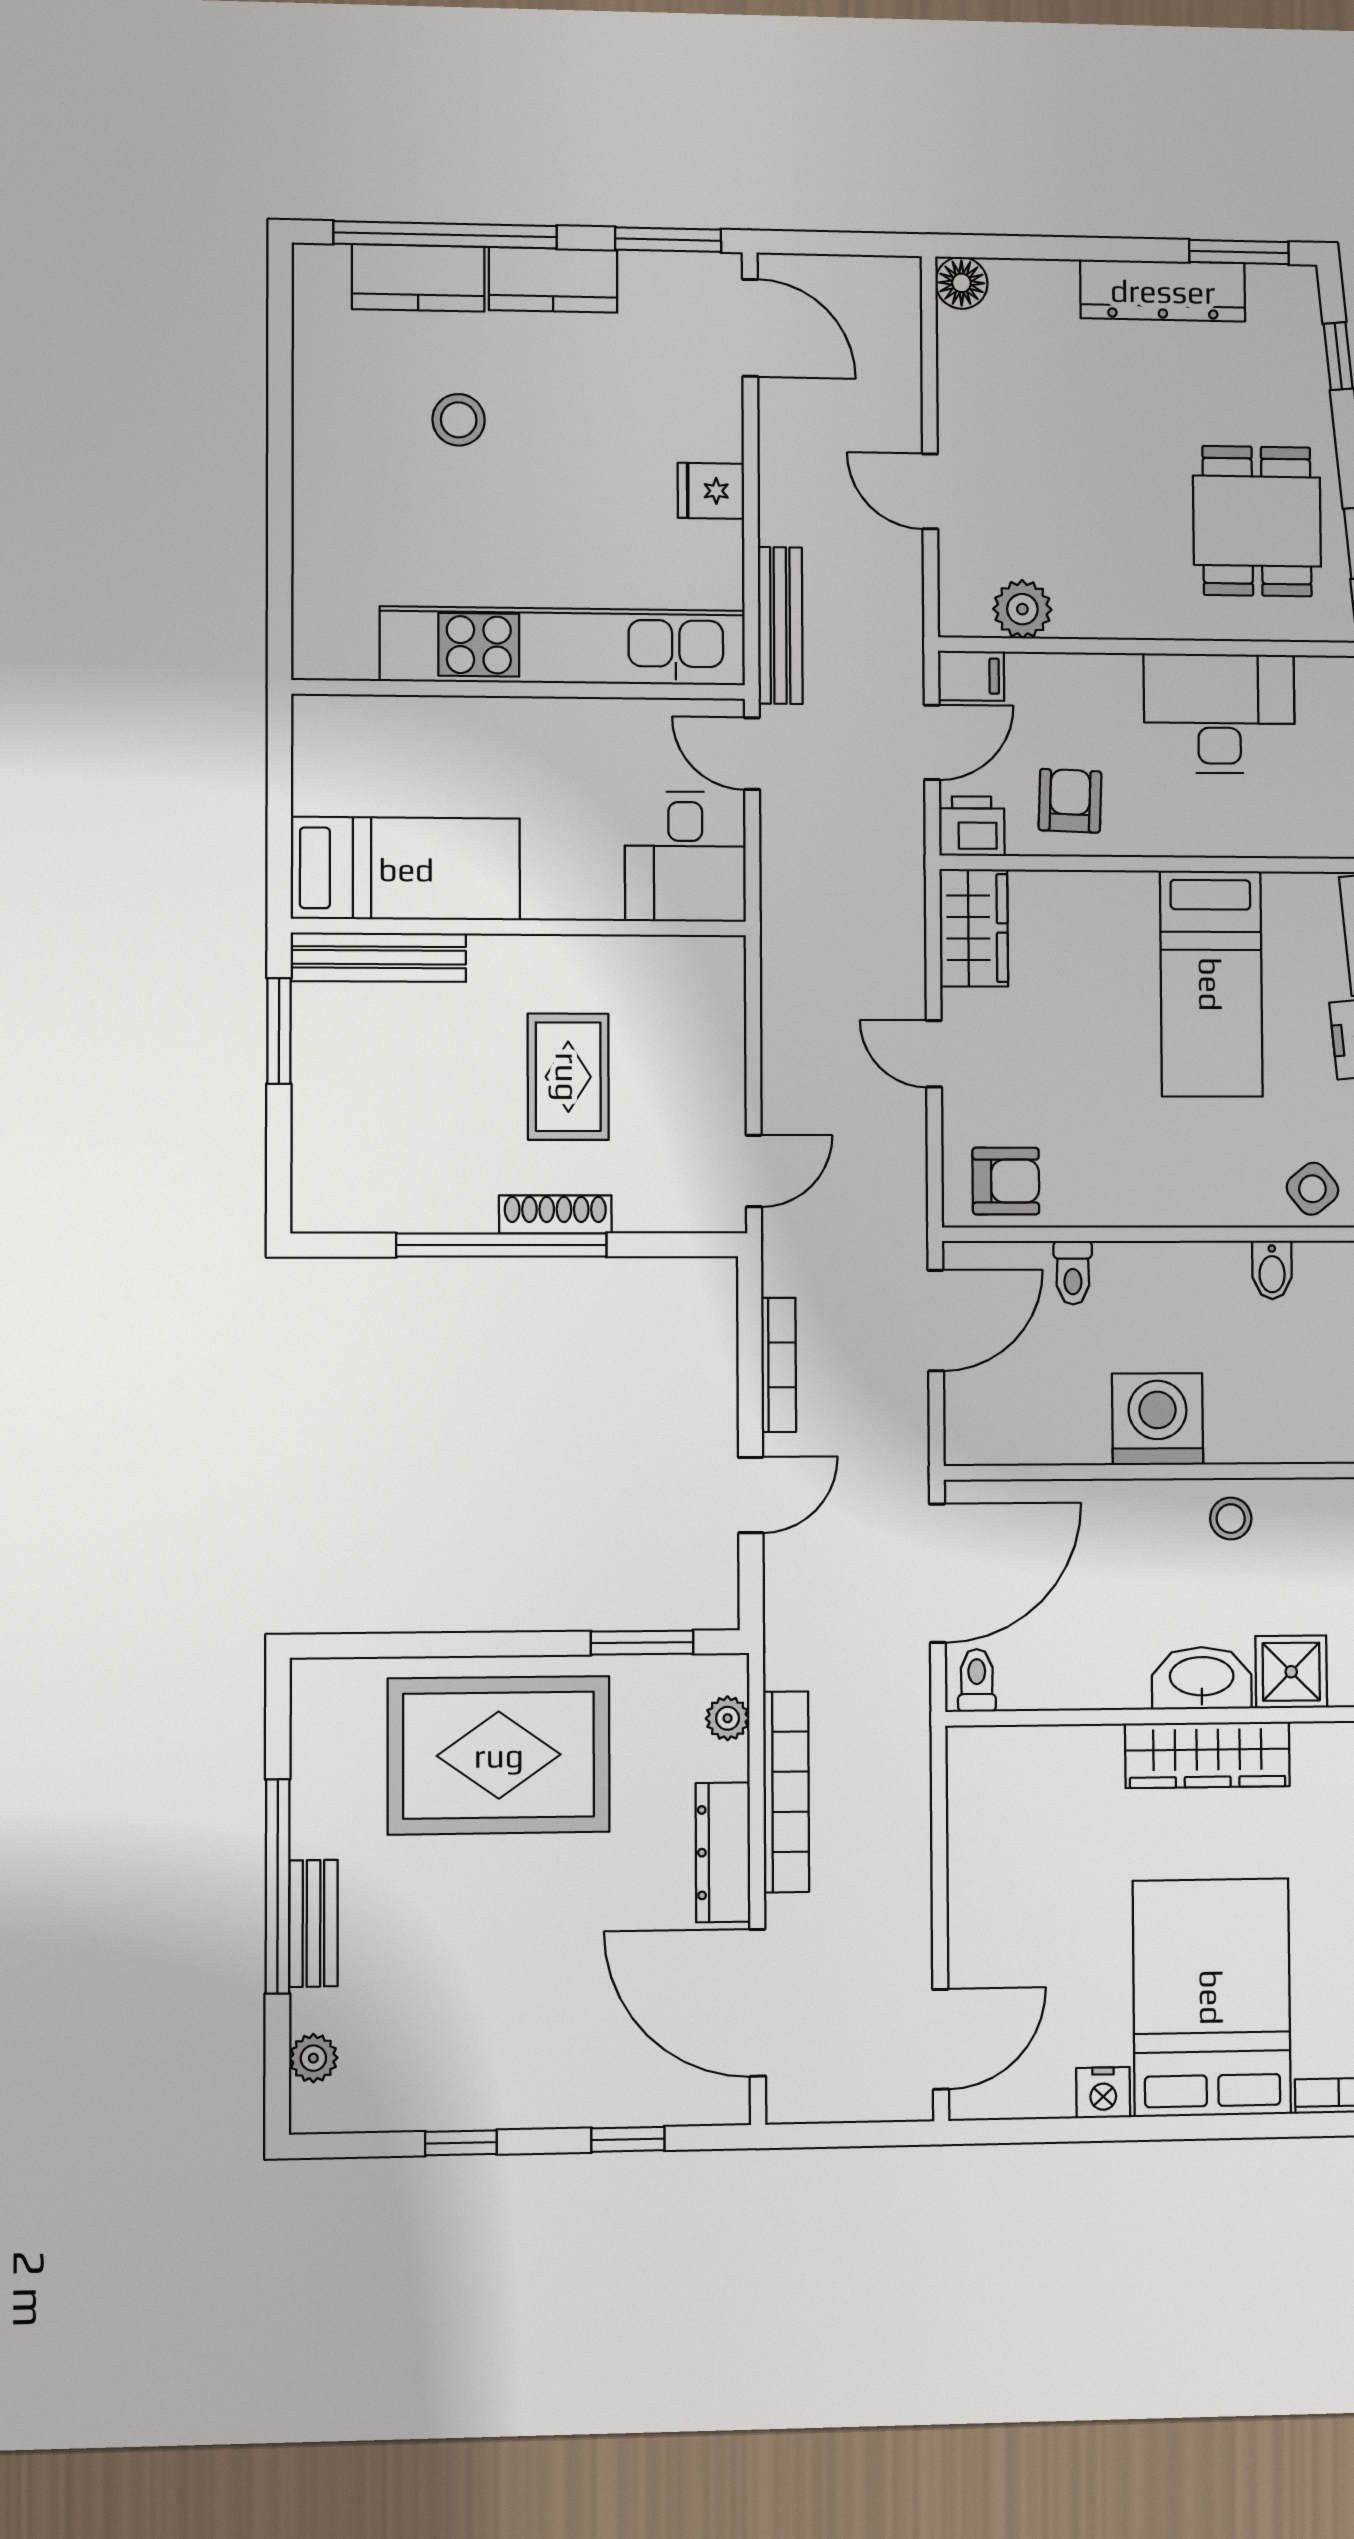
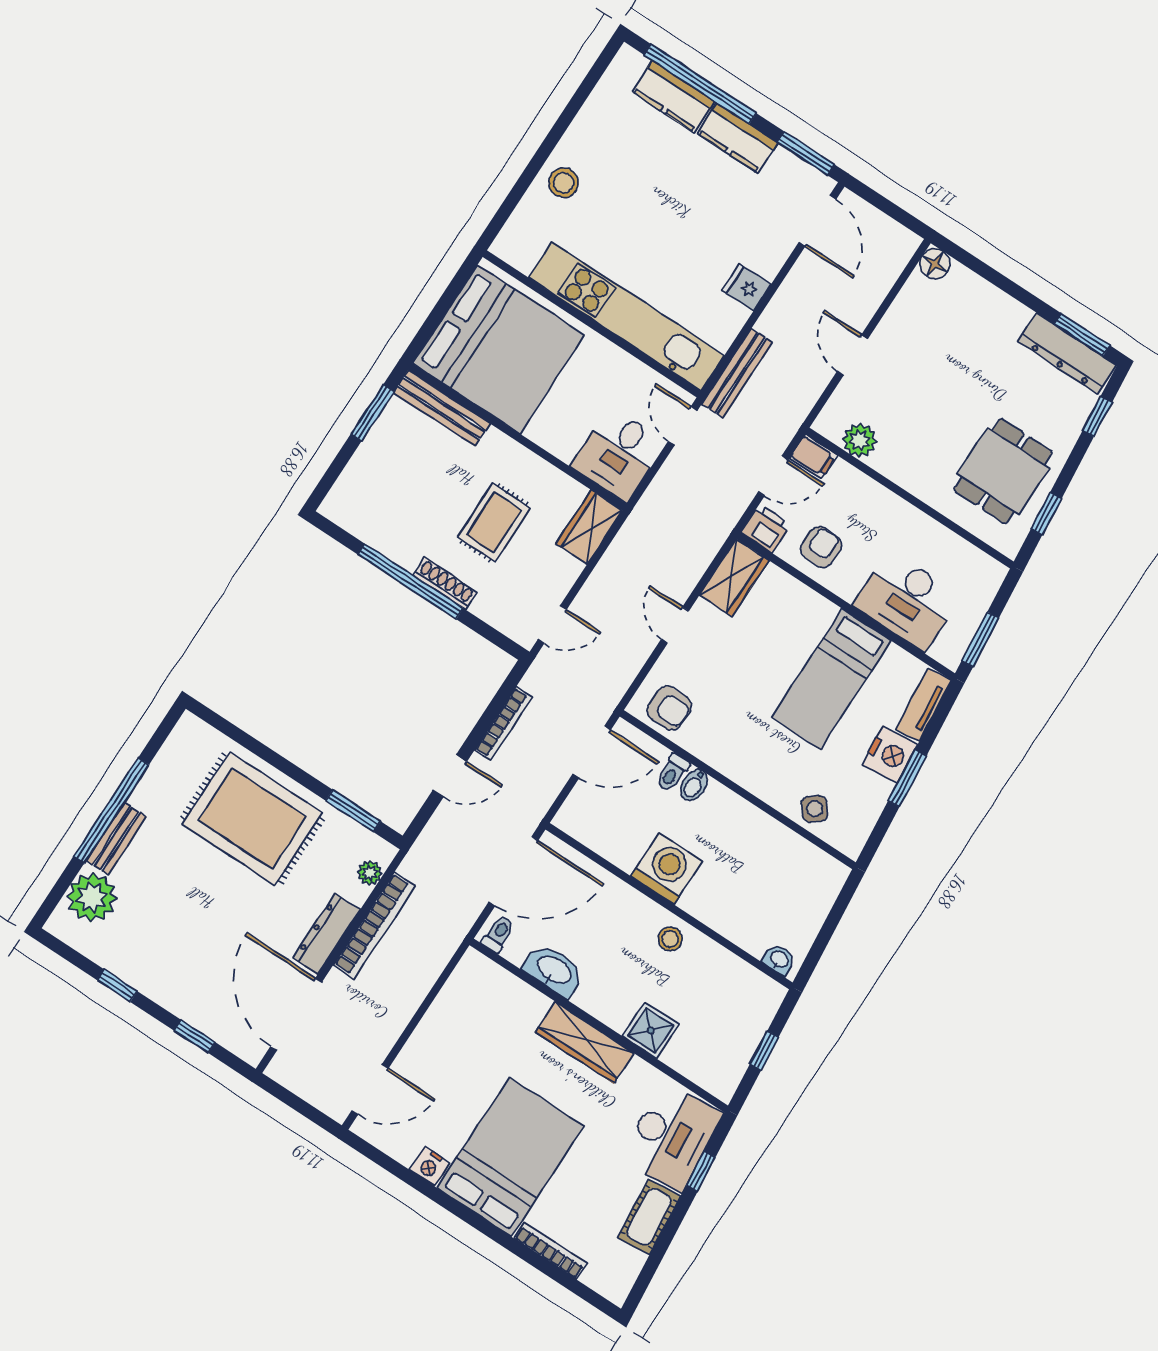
dresser: (1163, 291) -> (1067, 353), moved
stool: (459, 420) -> (564, 183), moved
desk: (1219, 714) -> (907, 601), moved, turned 180
bed: (406, 869) -> (499, 349), width x2.04
wardrobe: (713, 992) -> (589, 527), added
bidet: (1272, 1270) -> (694, 785), moved
washbasin: (1202, 1678) -> (554, 970), moved
plant: (313, 2058) -> (92, 897), width x1.87, depth x1.87

